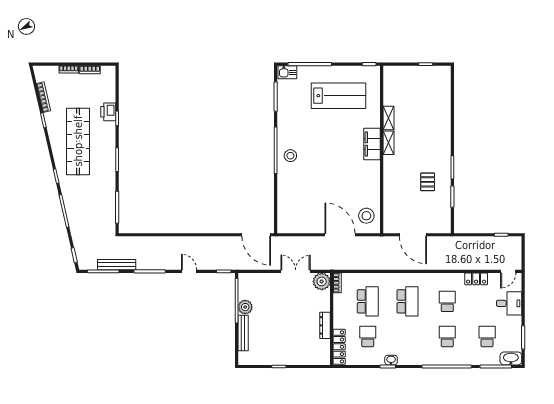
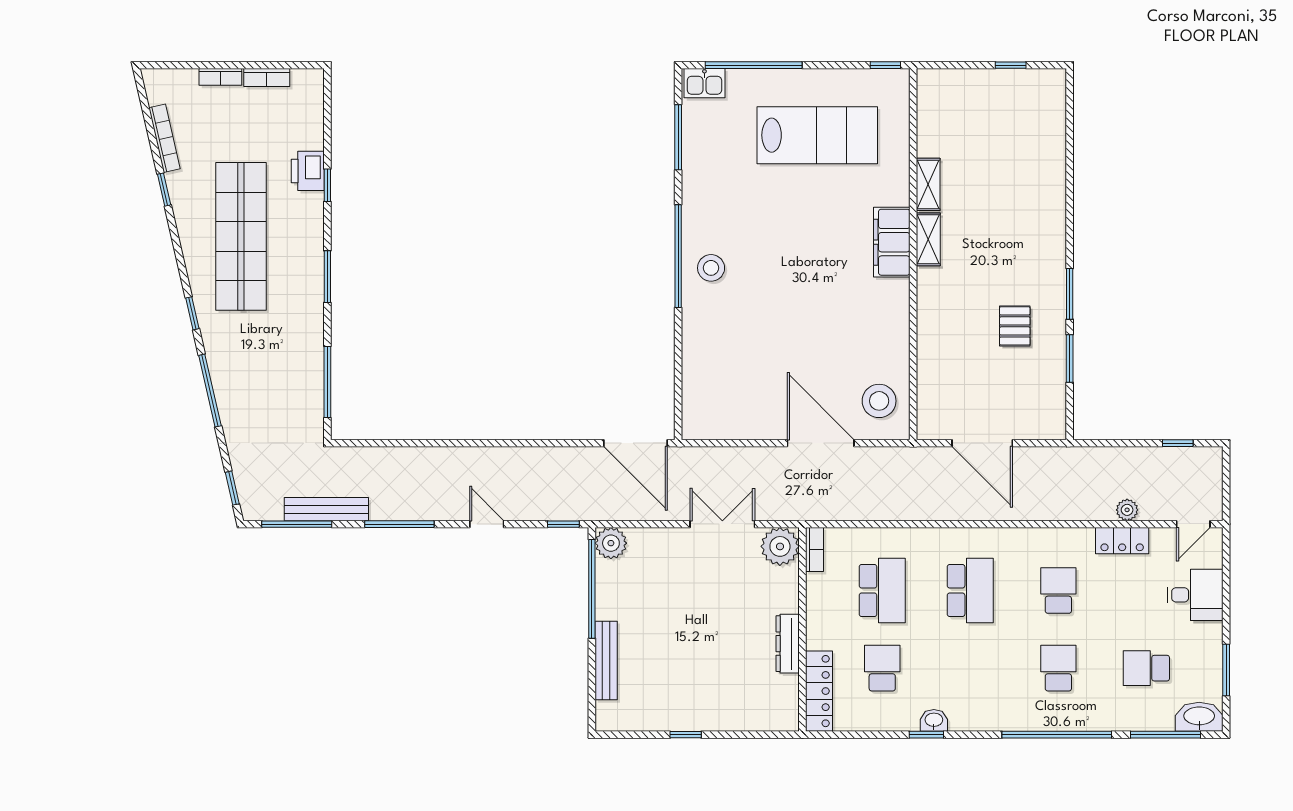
plant: (478, 265) -> (1127, 510), added
plant: (245, 307) -> (611, 543), moved
school desk: (487, 336) -> (1146, 668), turned -90

